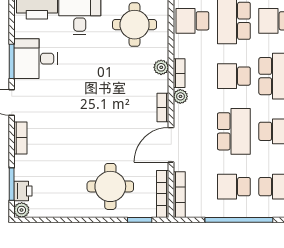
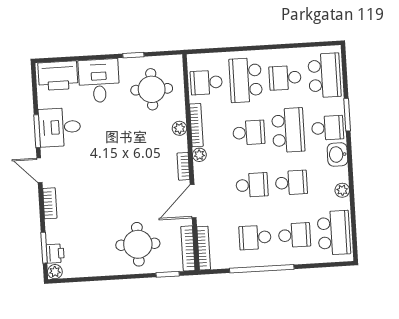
bookcase: (179, 73) -> (196, 125), width x1.56
school desk: (234, 76) -> (249, 133), turned 180
school desk: (234, 131) -> (252, 185), width x0.54

